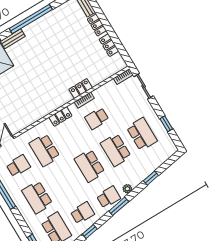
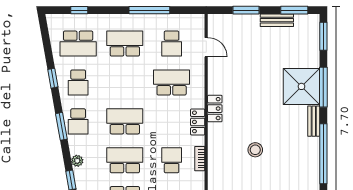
stool: (56, 66) -> (255, 150), added
locker: (81, 89) -> (215, 109), moved
plant: (127, 189) -> (77, 161), moved

